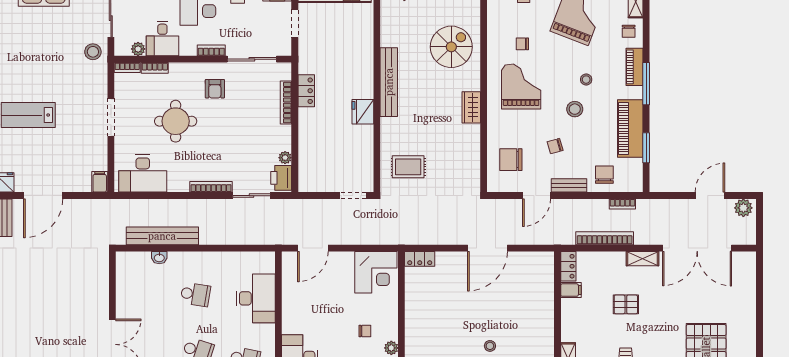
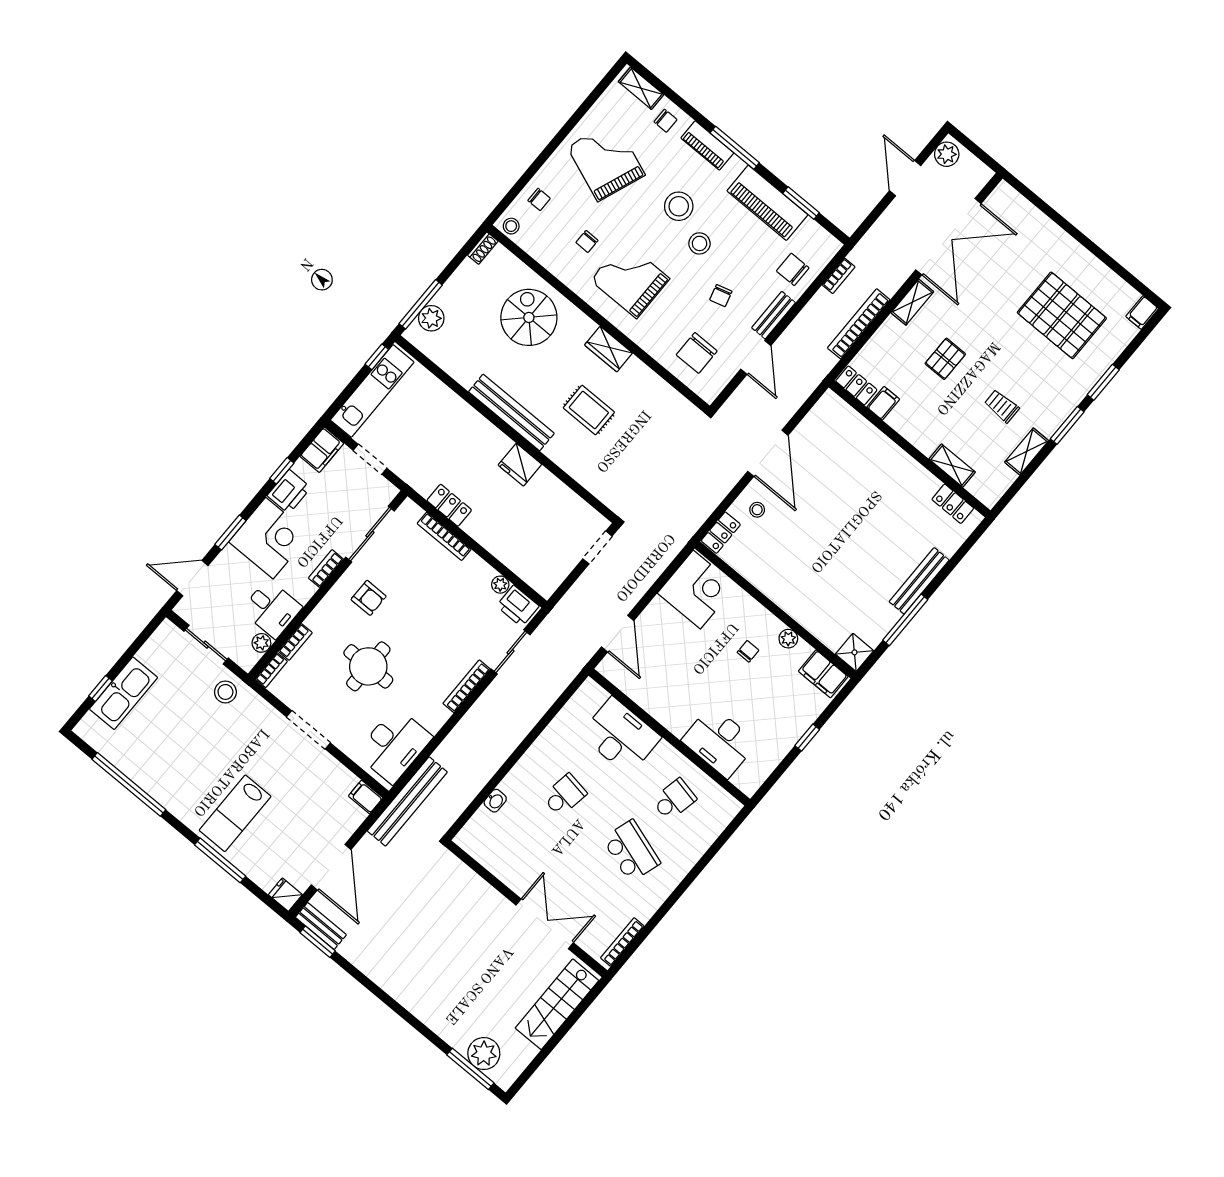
stool: (586, 80) -> (679, 206), width x1.89, depth x1.89
rug: (408, 167) -> (589, 410), moved, turned 90
bench: (162, 236) -> (407, 801), moved
stool: (490, 346) -> (757, 510), moved

